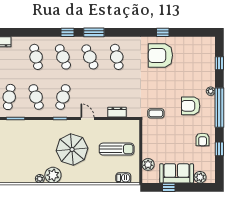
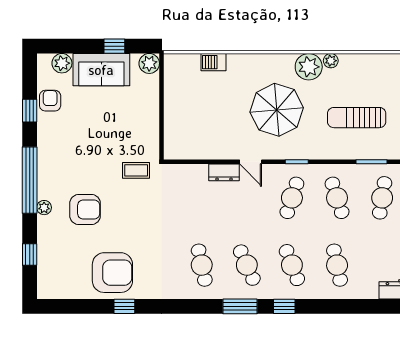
armchair: (160, 55) -> (112, 273), moved
armchair: (191, 106) -> (85, 210), moved
dresser: (117, 112) -> (224, 172), moved
armchair: (203, 139) -> (50, 101), moved
sun lounger: (117, 149) -> (357, 118), moved
plant: (148, 164) -> (149, 63), moved
barbecue: (123, 178) -> (213, 62), moved

